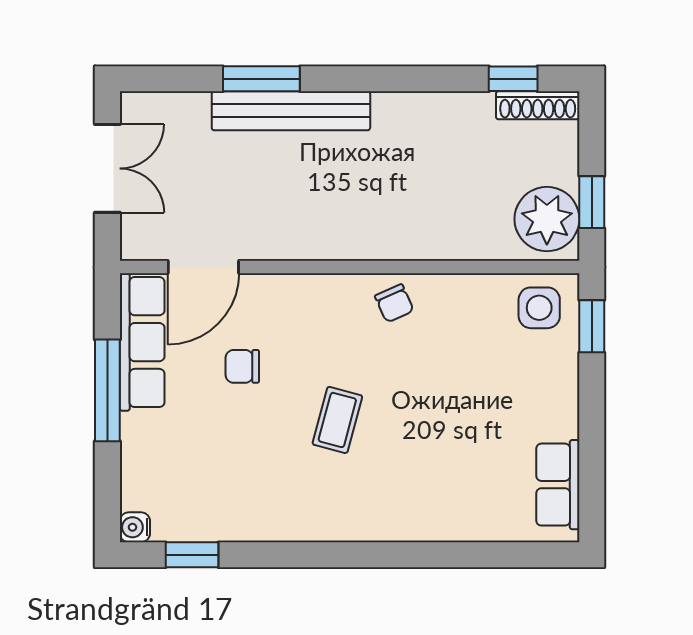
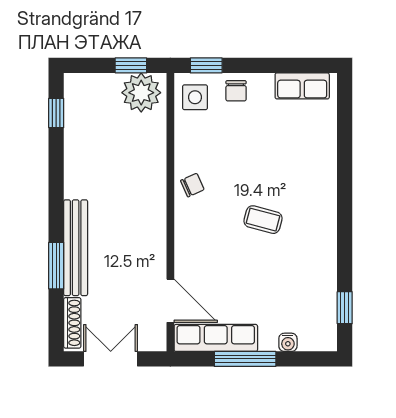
shoe rack: (538, 105) -> (72, 323), moved
chair: (242, 366) -> (236, 91), moved
water cooler: (135, 527) -> (288, 342), moved

